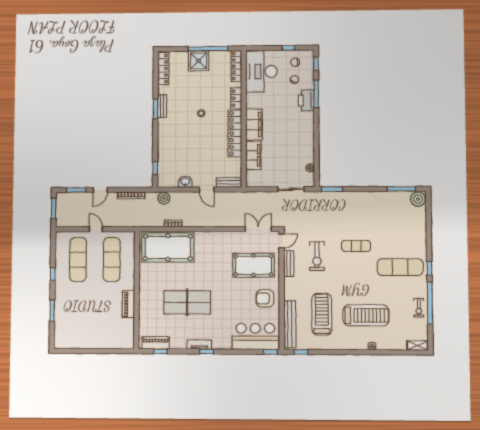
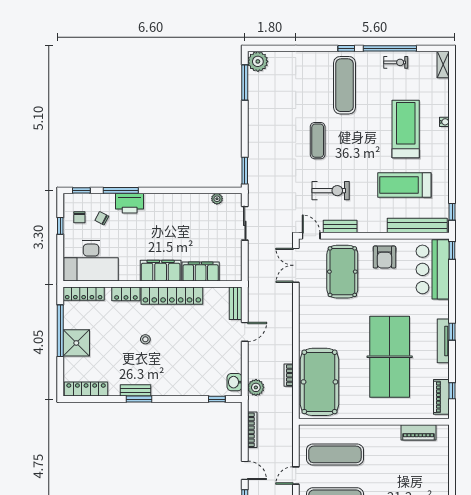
washbasin: (185, 182) -> (235, 382), moved
table tennis table: (187, 302) -> (390, 357), width x1.36, depth x1.32
piano: (128, 304) -> (419, 432), moved
tv unit: (199, 345) -> (443, 341), width x1.41

